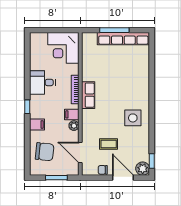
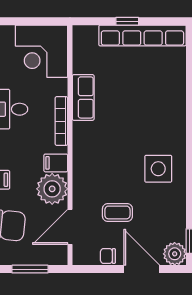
window: (114, 30) -> (127, 21), width x0.46
row of seats: (88, 95) -> (83, 97), moved
plant: (74, 126) -> (52, 189), width x1.87, depth x1.87
door: (80, 152) -> (70, 227), hinge flipped

